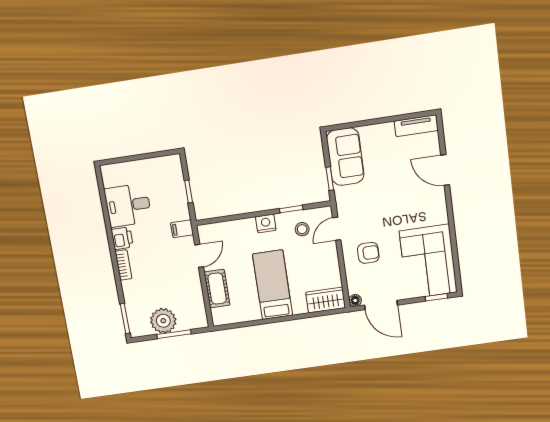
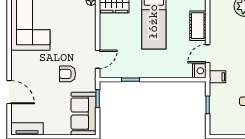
nightstand: (266, 224) -> (199, 71), moved, turned -90
stool: (302, 229) -> (124, 63), removed
armchair: (368, 253) -> (67, 74), moved

